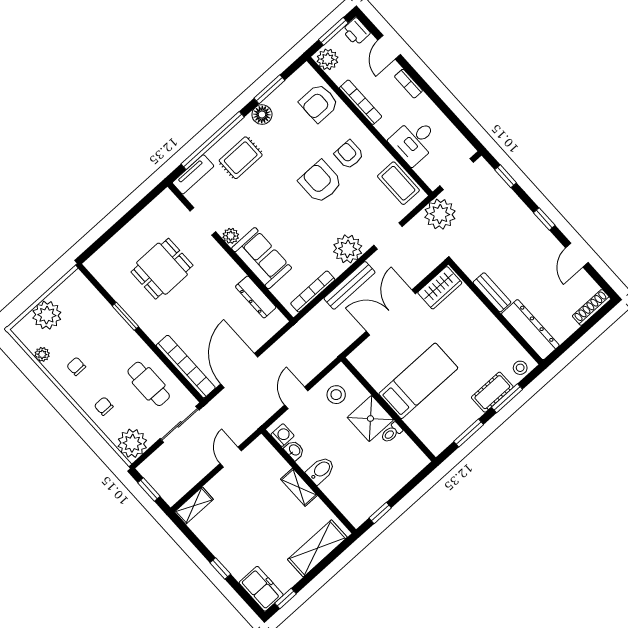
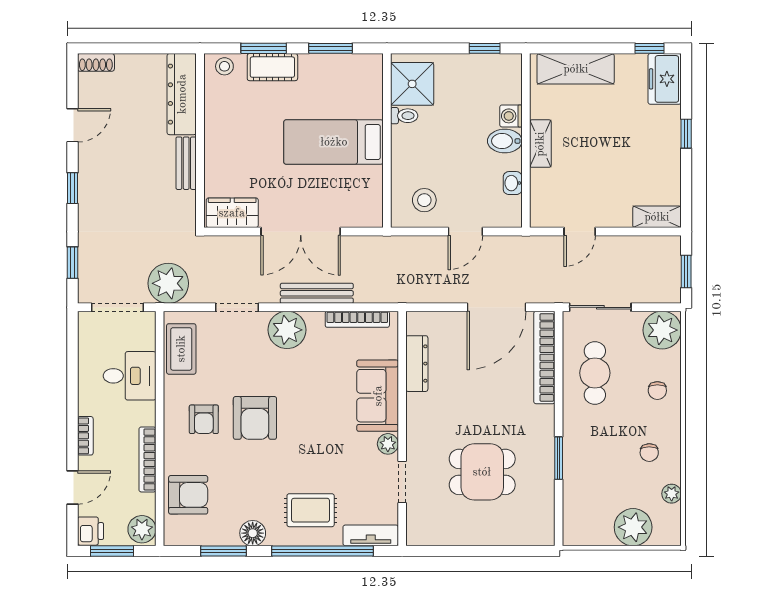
shoe rack: (591, 307) -> (96, 62), width x0.70
shower: (370, 419) -> (412, 84), moved
washing machine: (282, 435) -> (511, 116), moved

